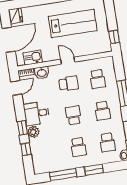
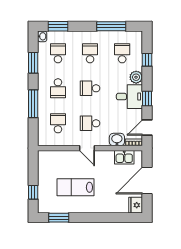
lab bench: (73, 23) -> (75, 187), width x0.73, depth x0.72
window: (114, 37) -> (33, 192), moved
school desk: (103, 111) -> (58, 88), turned 180
school desk: (73, 115) -> (90, 88), turned 90
window: (23, 128) -> (147, 98), moved
school desk: (49, 152) -> (122, 53), added
window: (94, 170) -> (58, 26), moved

